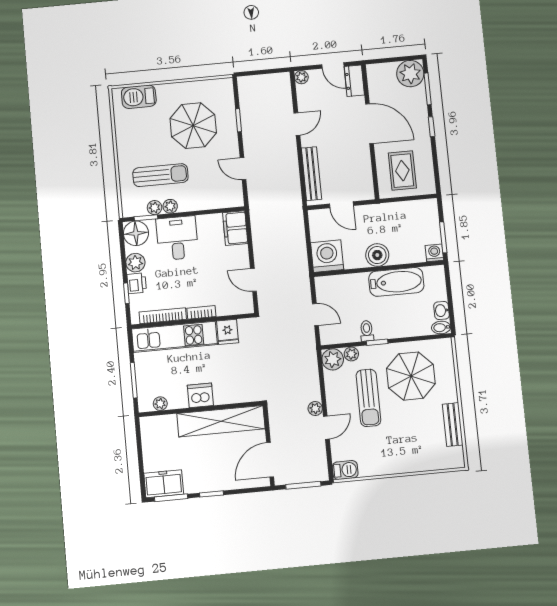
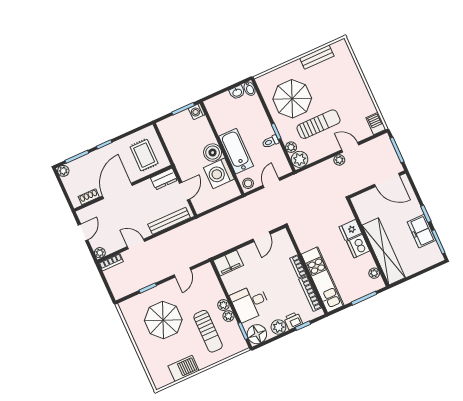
plant: (410, 74) -> (63, 171), width x0.53, depth x0.53
dresser: (354, 81) -> (164, 179), moved
bookcase: (285, 87) -> (111, 262), added
shoe rack: (374, 87) -> (89, 197), added
barbecue: (139, 97) -> (184, 368), moved, turned -90
rug: (402, 171) -> (144, 155), turned 90
sun lounger: (160, 175) -> (208, 331), turned 180
plant: (155, 208) -> (223, 305), moved
washing machine: (327, 256) -> (219, 173), moved
bathtub: (396, 282) -> (236, 151), moved
stool: (325, 286) -> (248, 183), added
fridge: (228, 332) -> (350, 230), moved, turned 180
shelving: (221, 421) -> (384, 251), moved
freezer: (164, 484) -> (422, 231), moved

